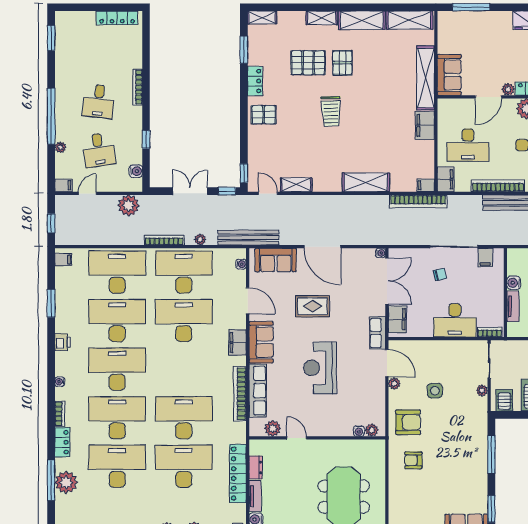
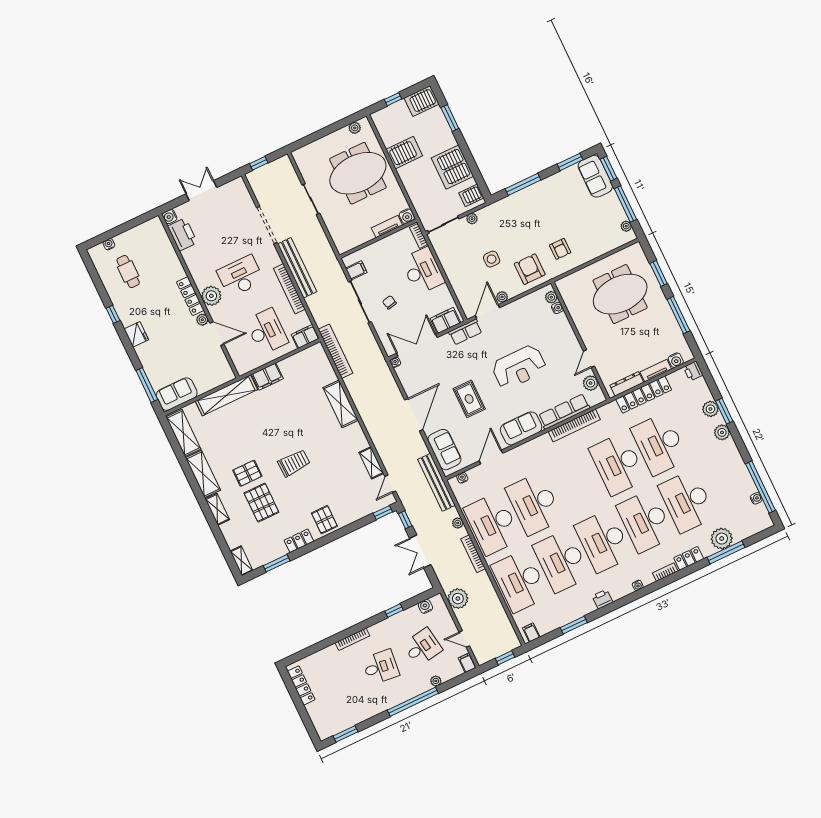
sofa: (449, 75) -> (177, 394), moved
filing cabinet: (426, 185) -> (319, 351), removed
water cooler: (514, 283) -> (407, 216), moved
filing cabinet: (237, 342) -> (531, 449), removed
dresser: (256, 467) -> (627, 384), width x1.44

